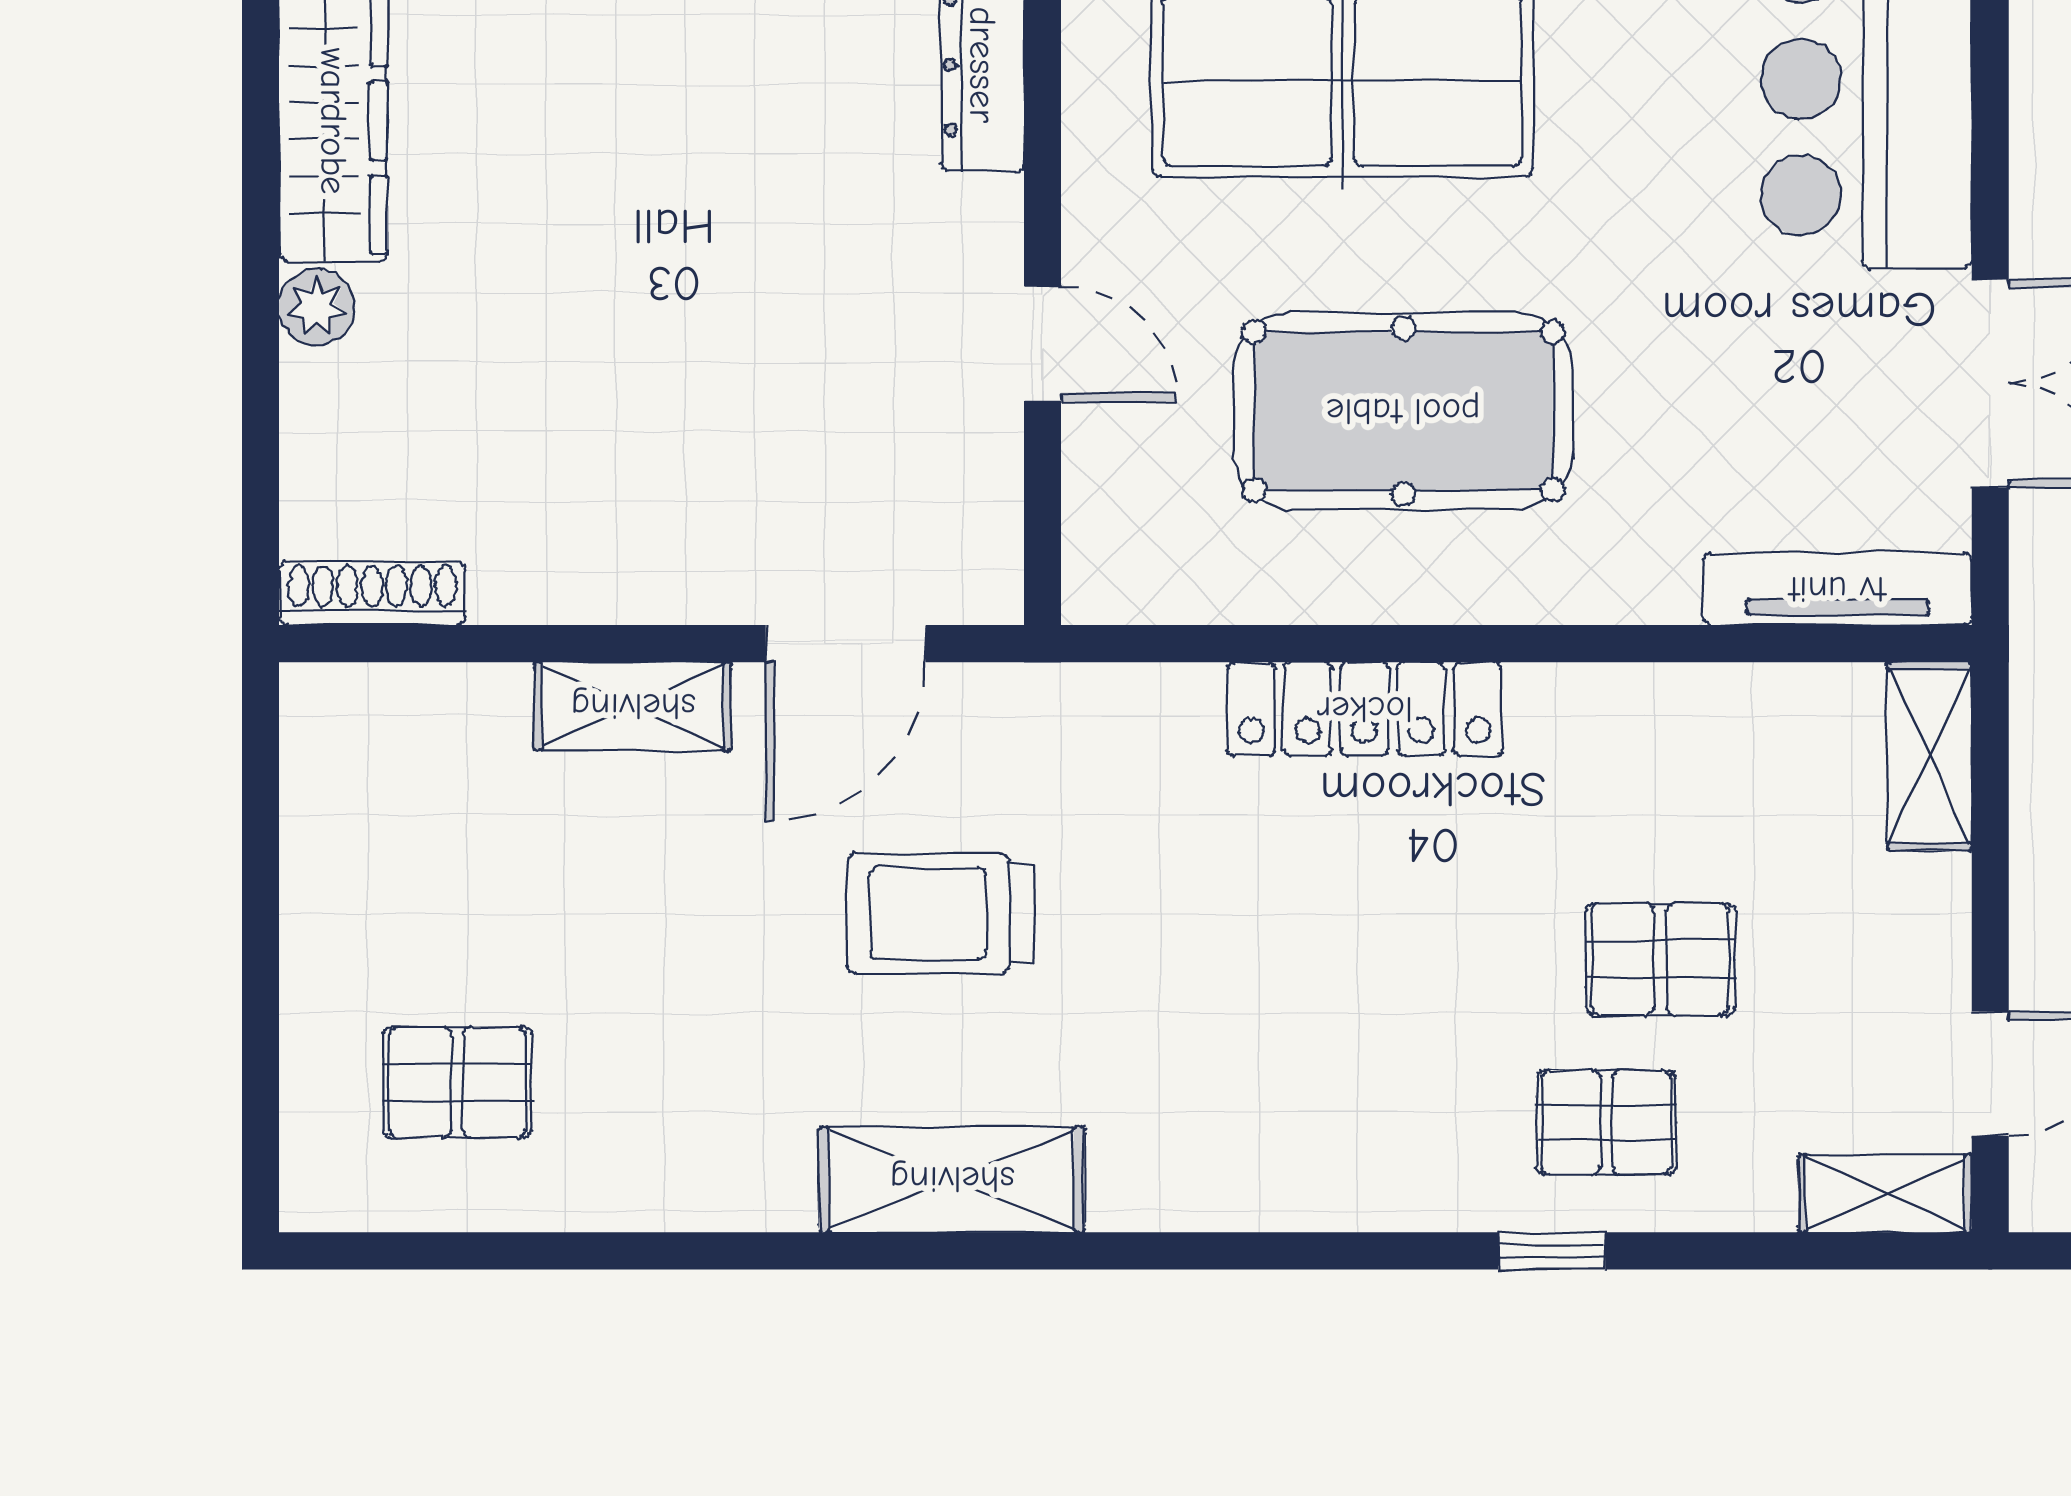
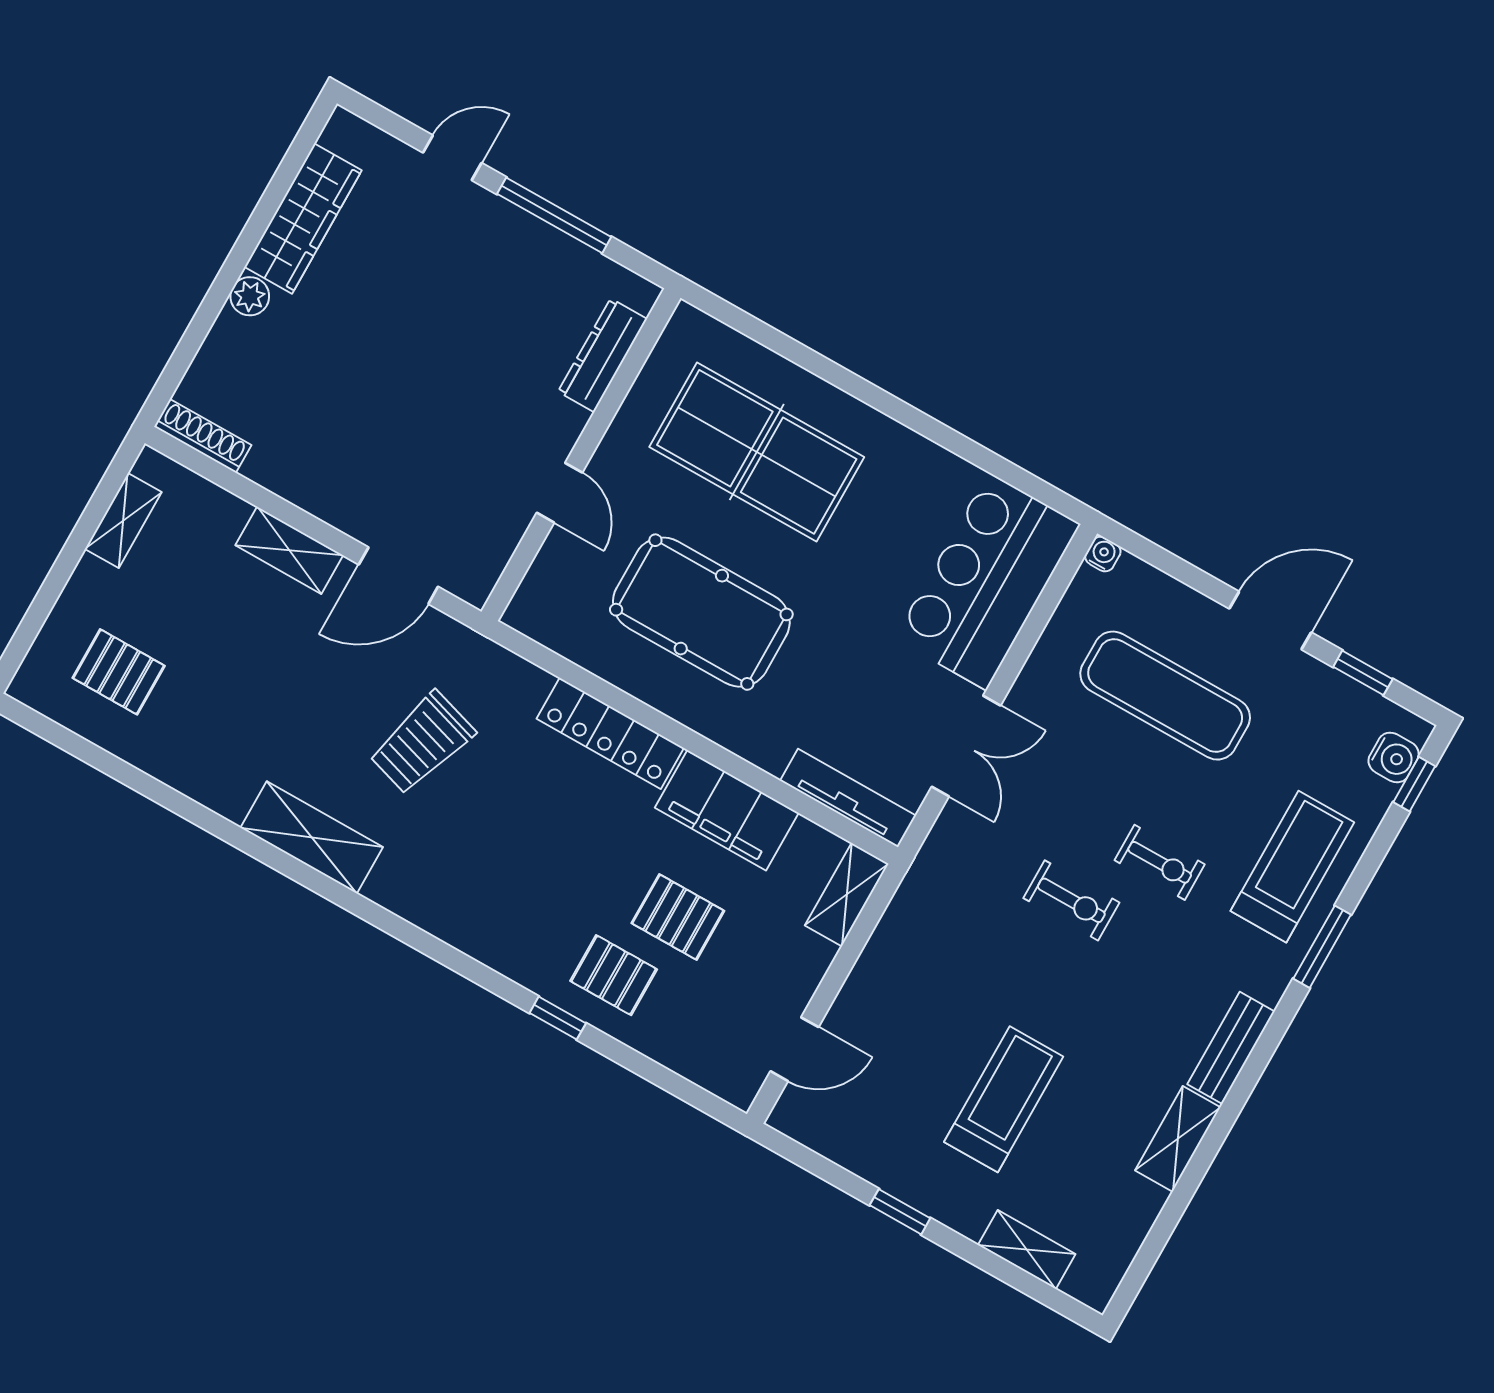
filing cabinet: (1640, 728) -> (727, 810), added
trolley: (941, 913) -> (422, 743), moved, turned -73
shelving: (1885, 1194) -> (123, 521), moved, turned 90

